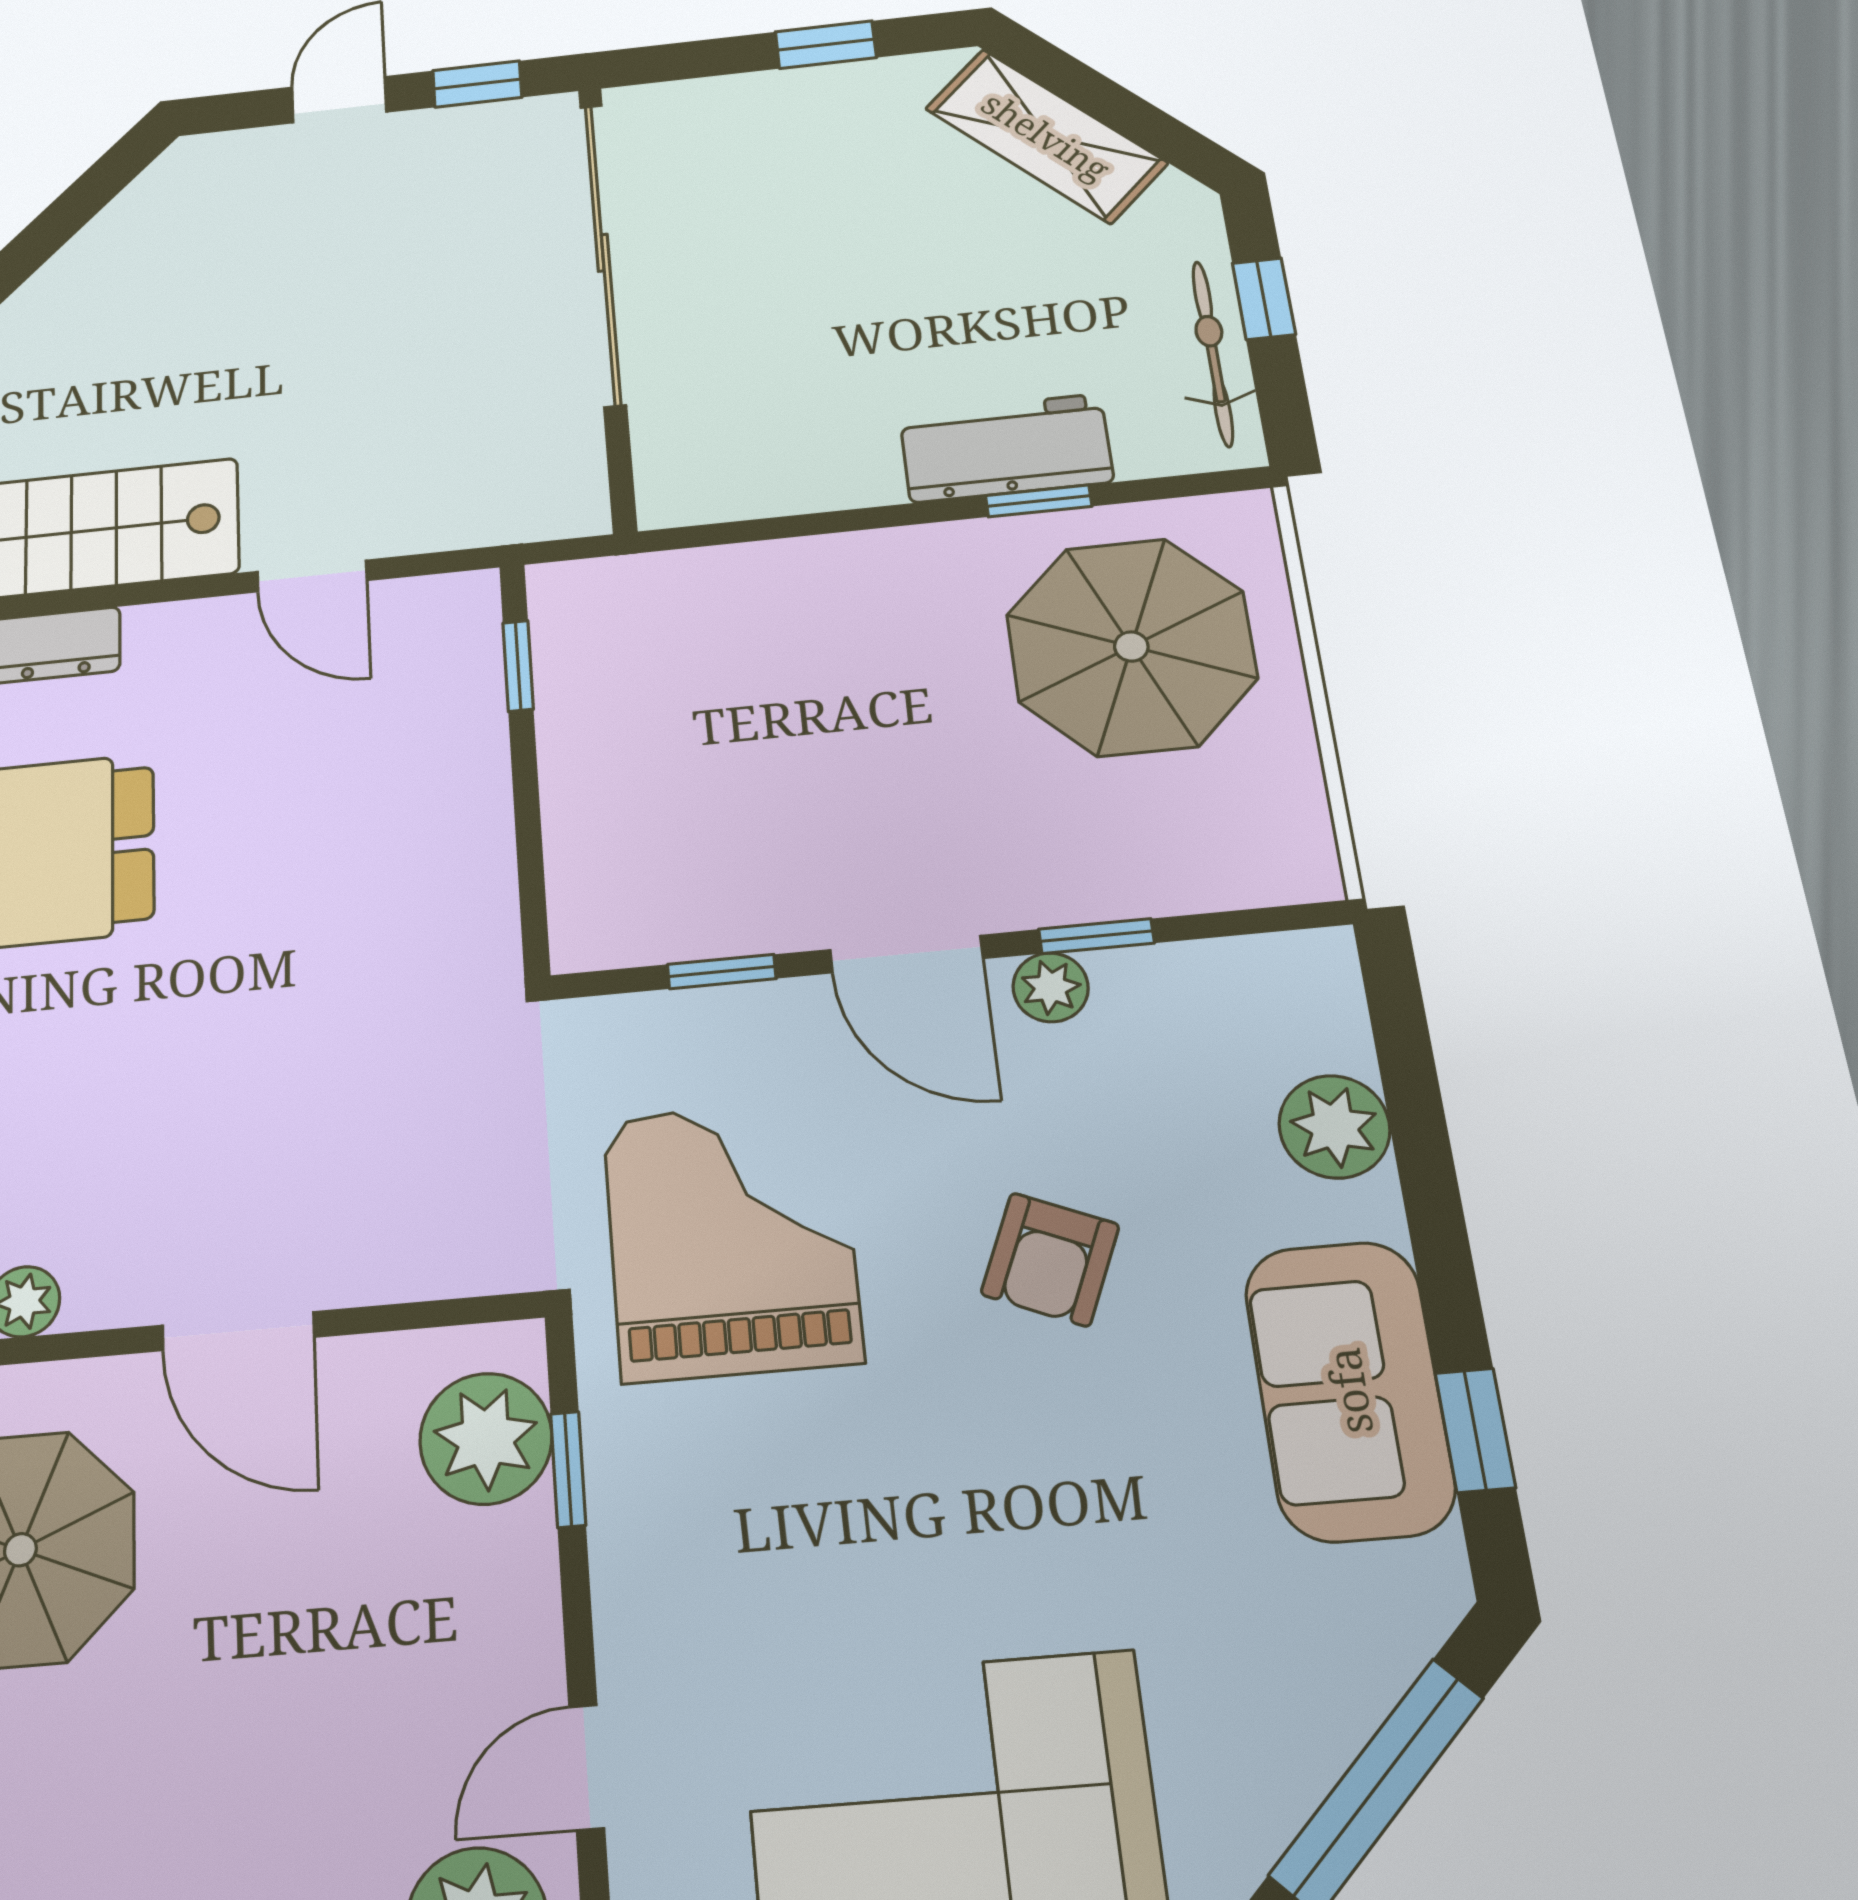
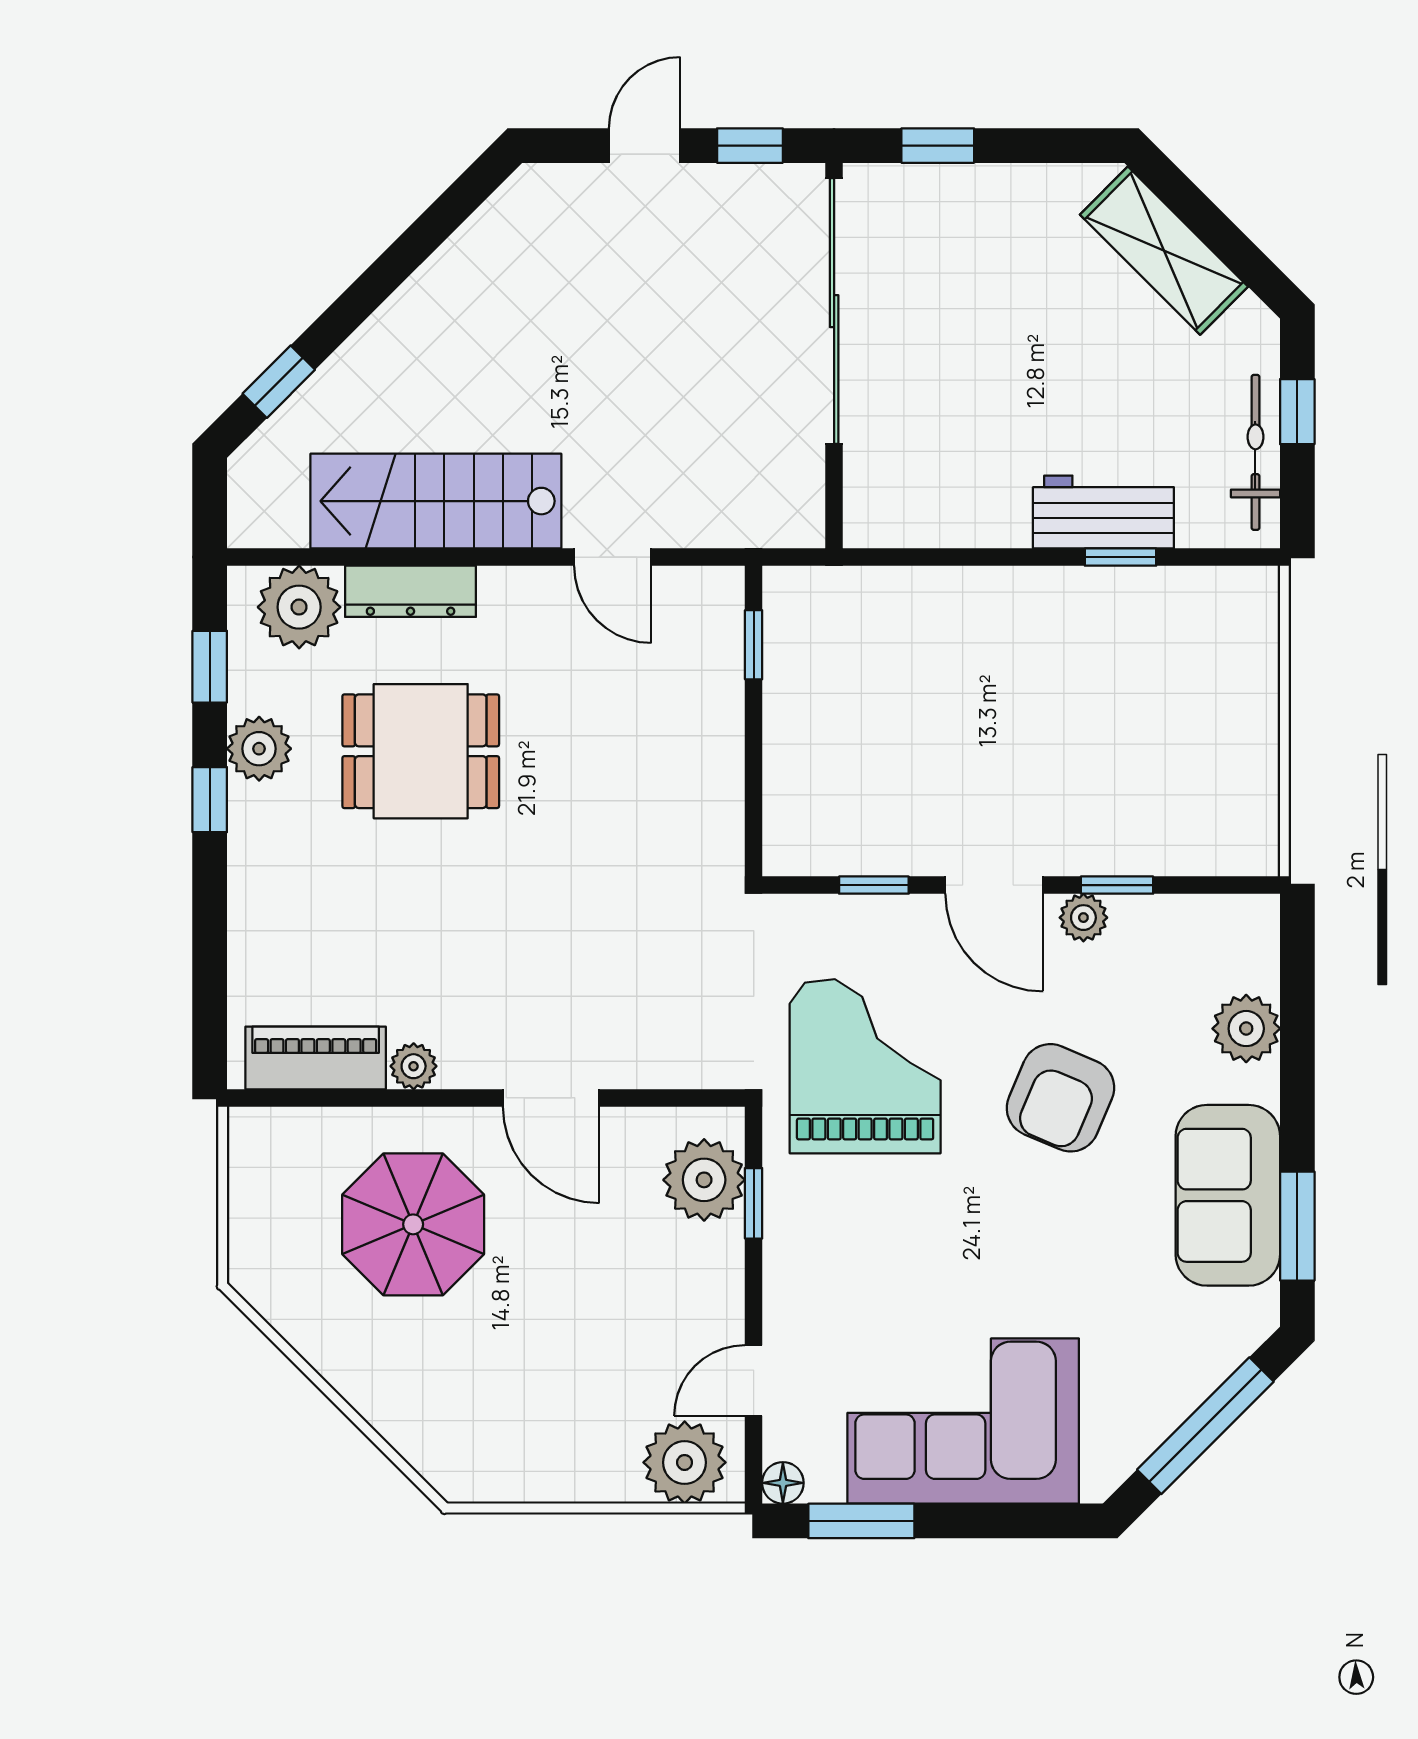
window: (826, 45) -> (938, 146), moved
parasol: (1131, 647) -> (1168, 677), removed
armchair: (1050, 1259) -> (1060, 1098), width x1.38, depth x1.38
window: (1475, 1430) -> (1297, 1226), width x1.50

